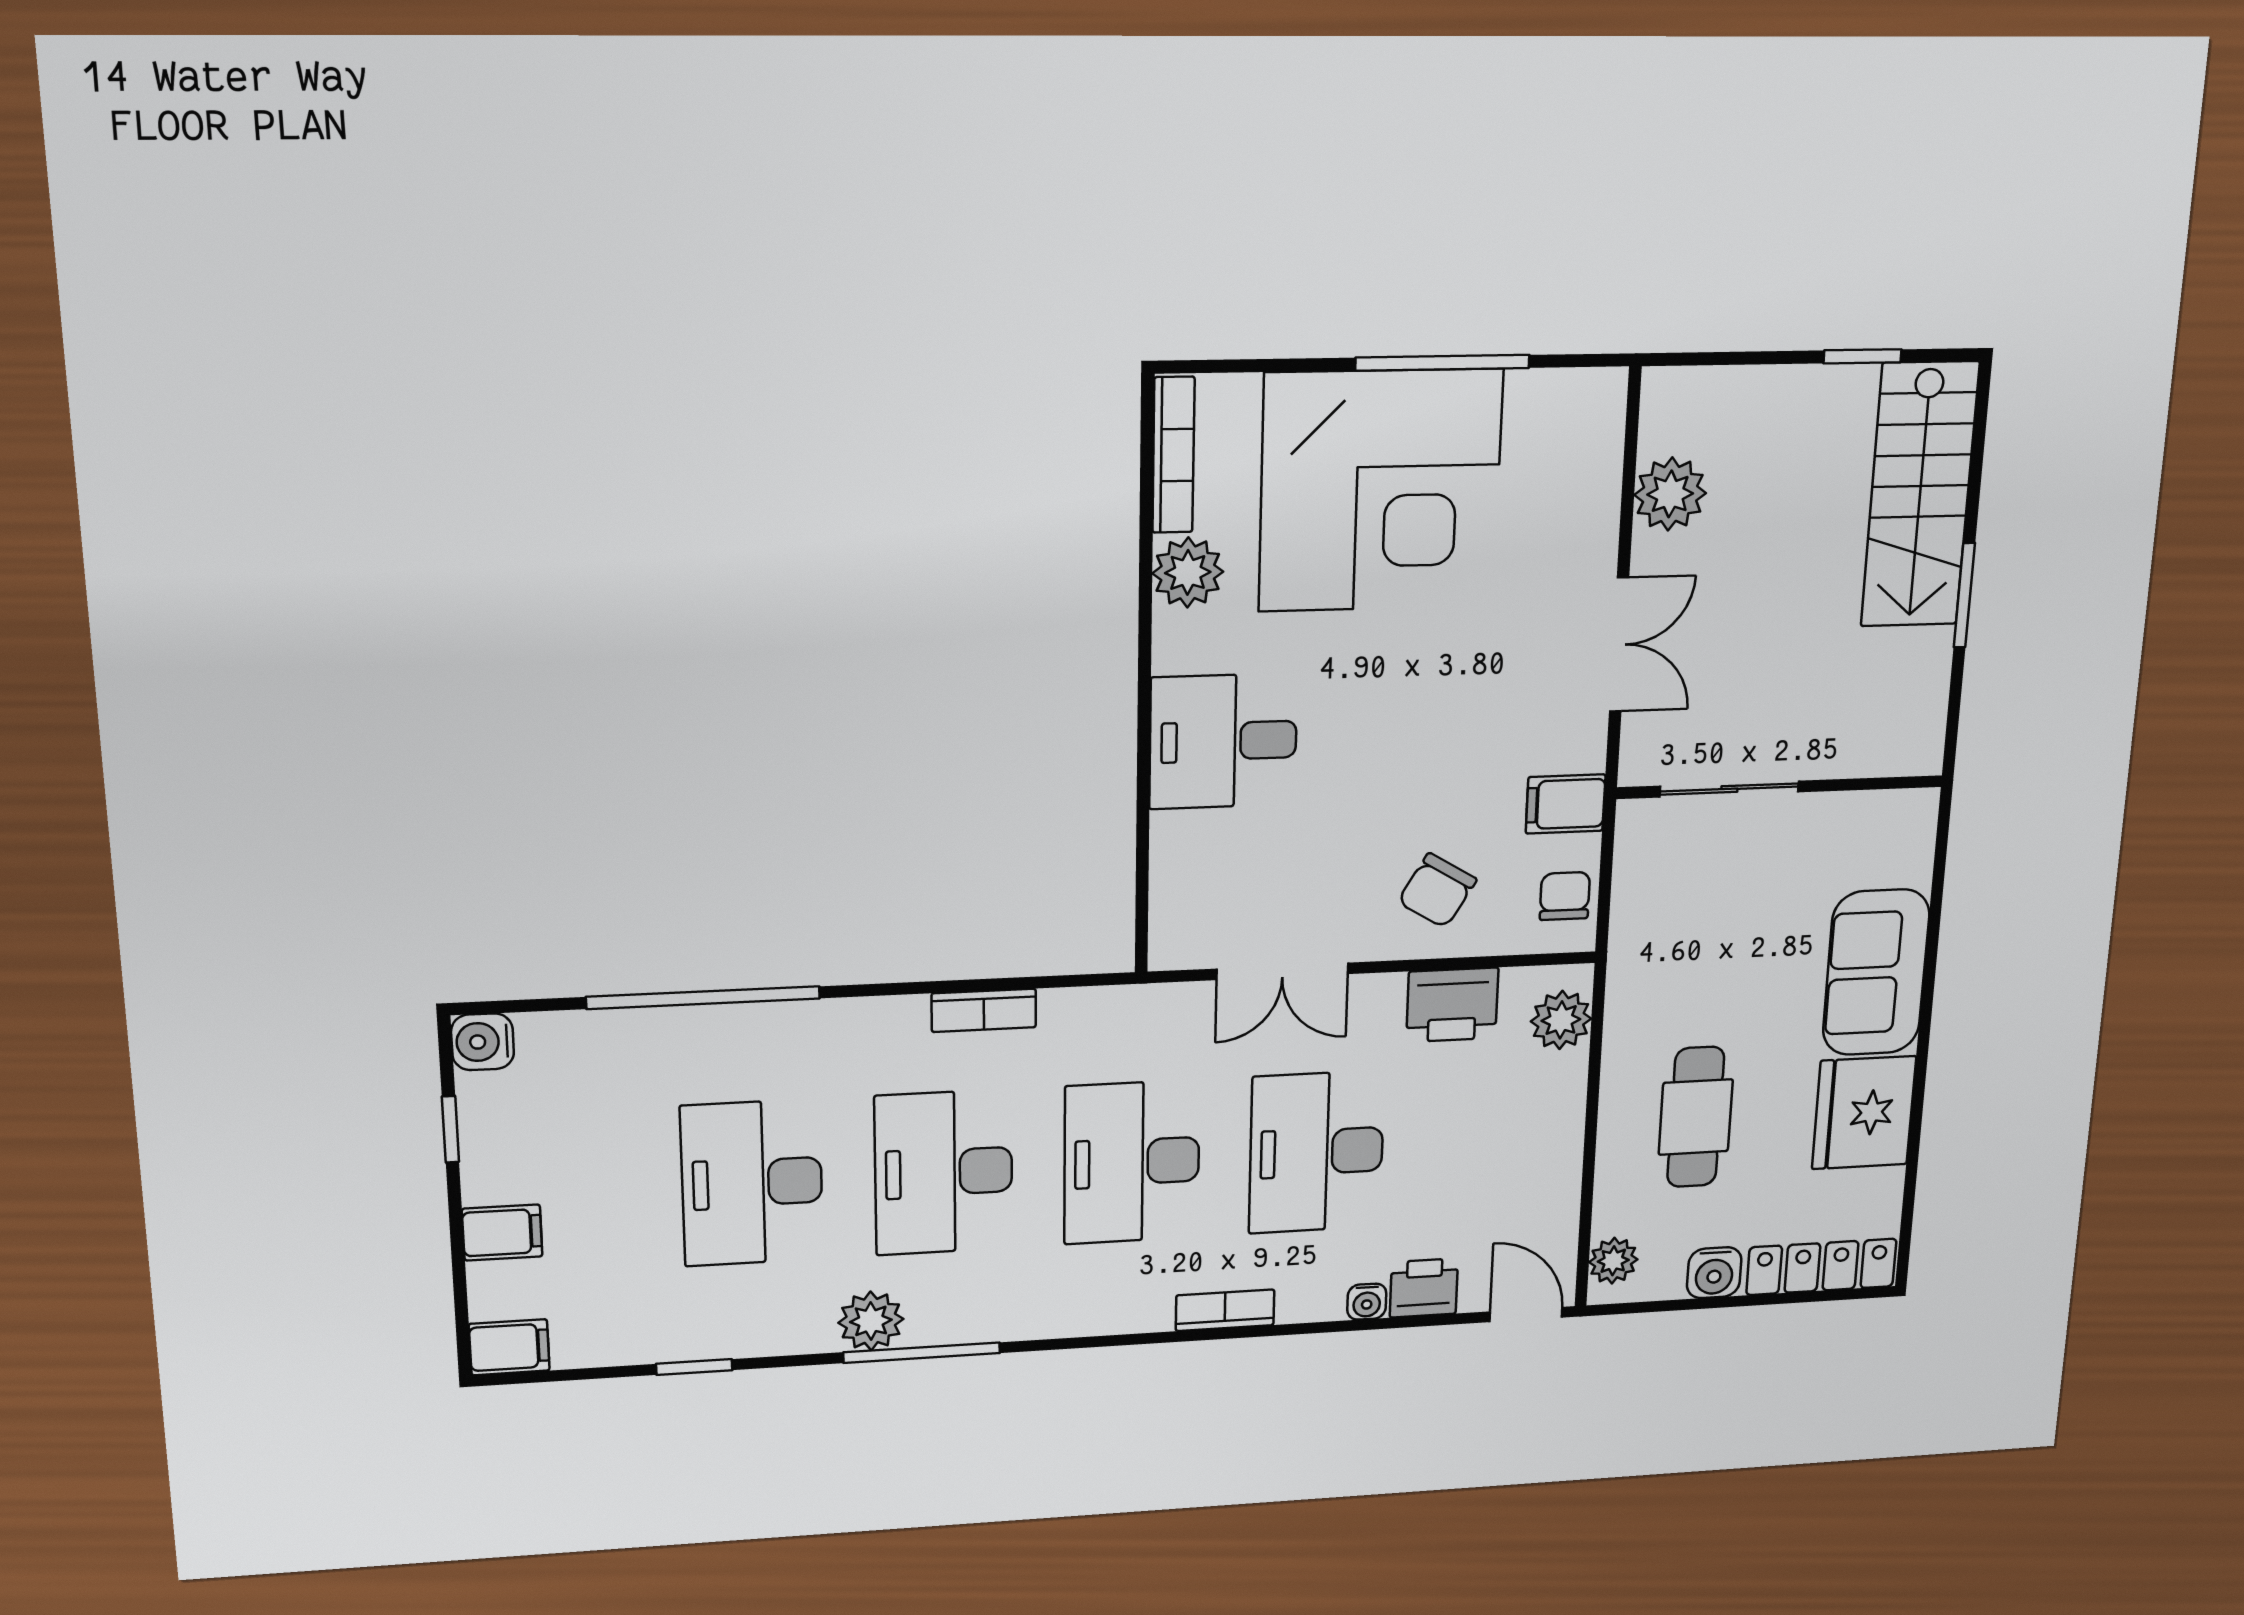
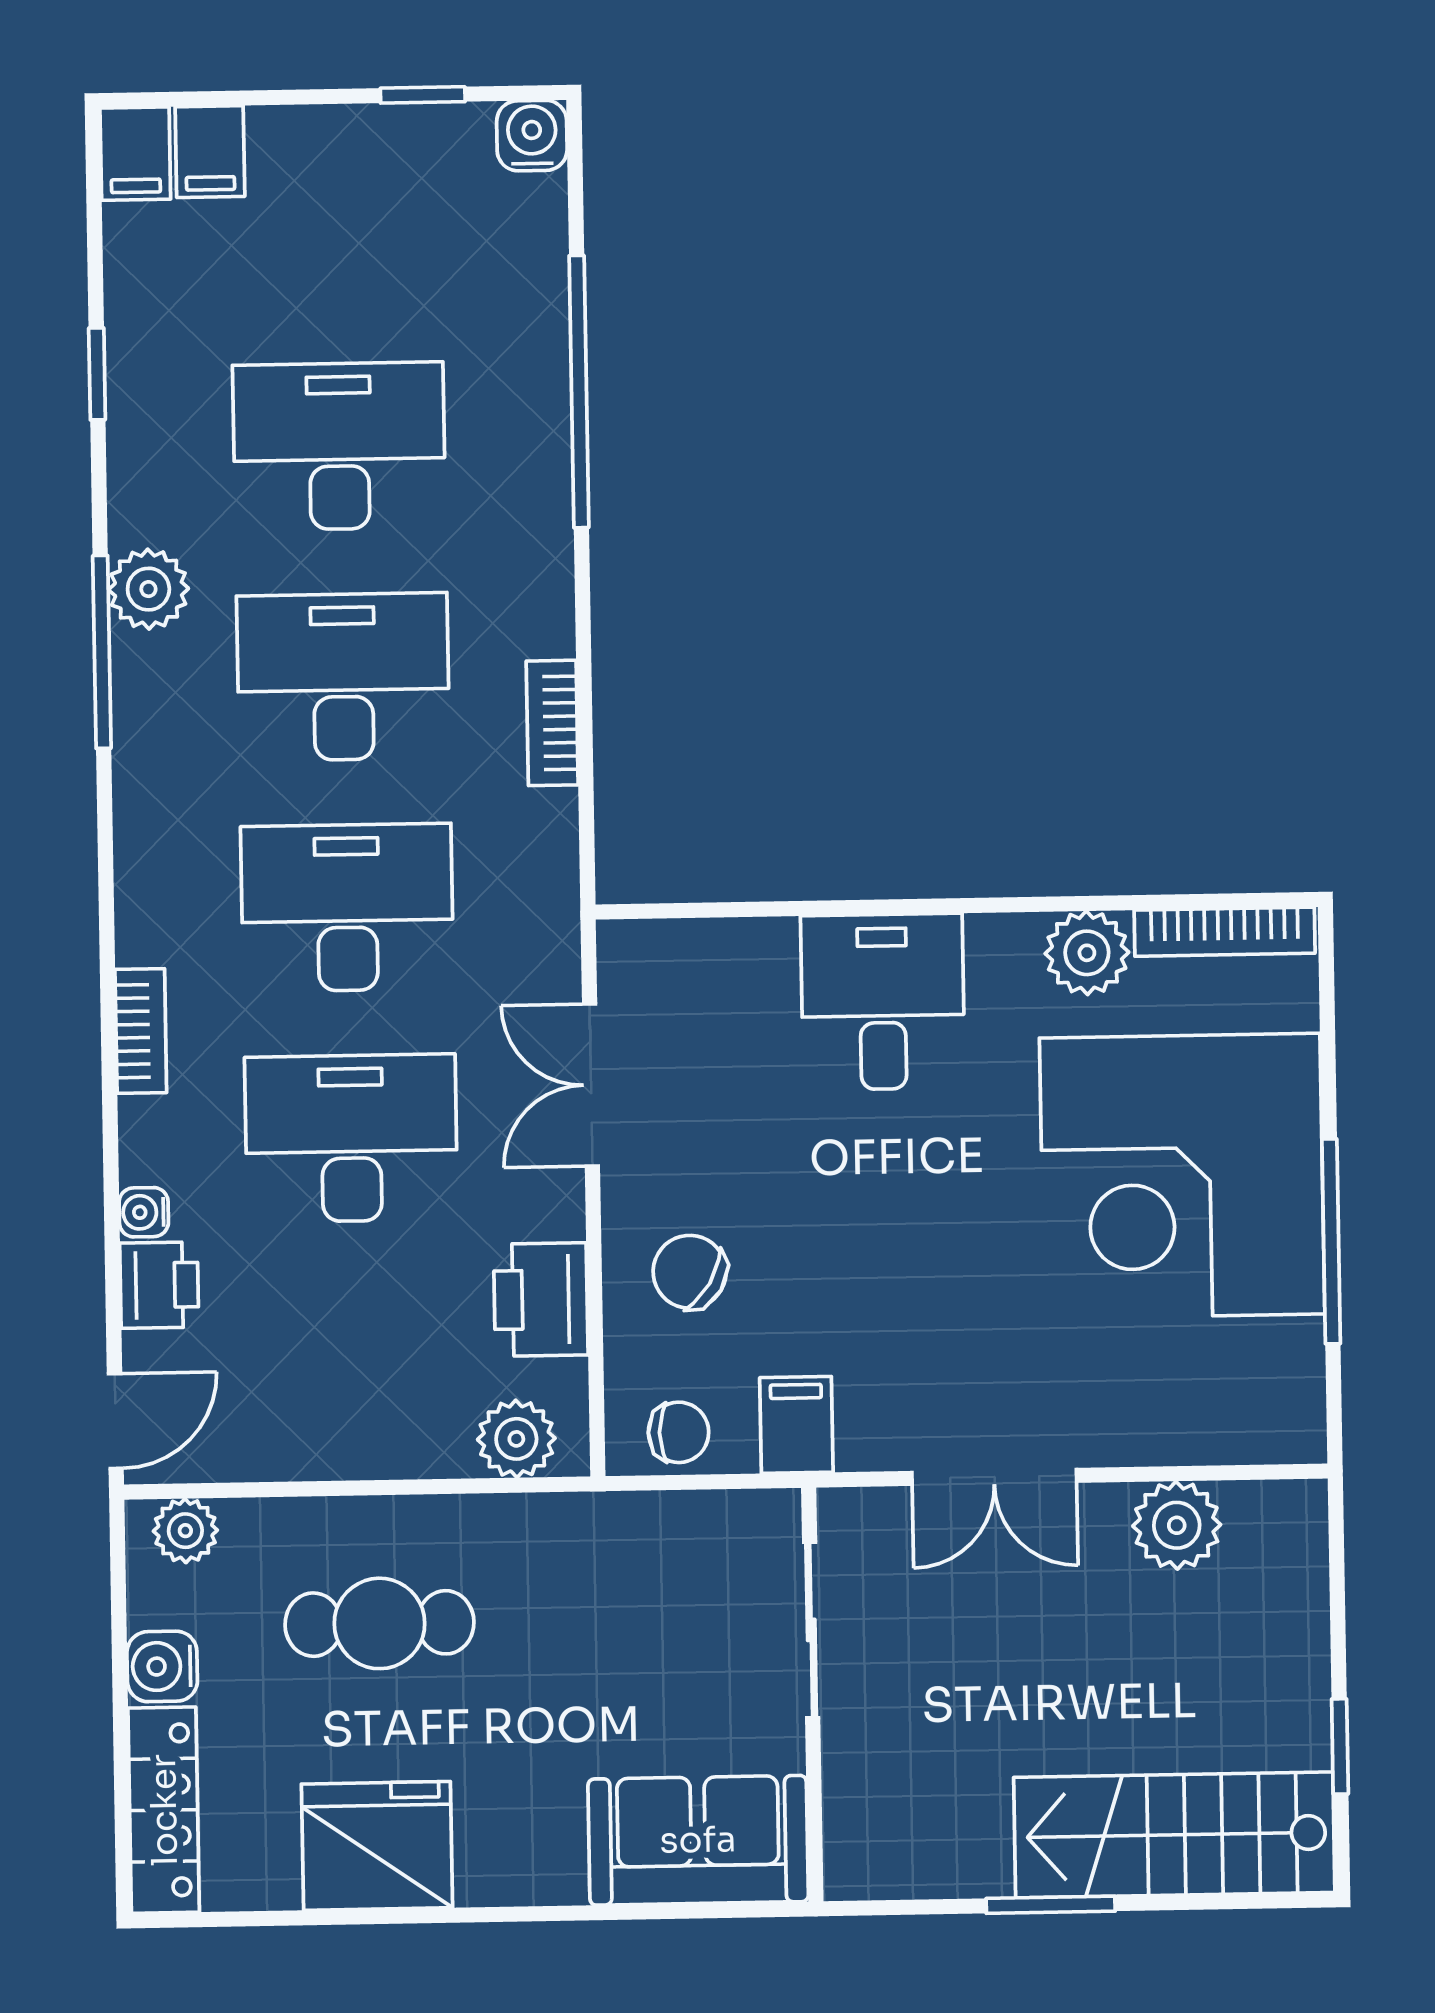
sofa: (1876, 972) -> (698, 1840), moved
filing cabinet: (502, 1233) -> (210, 152), moved

